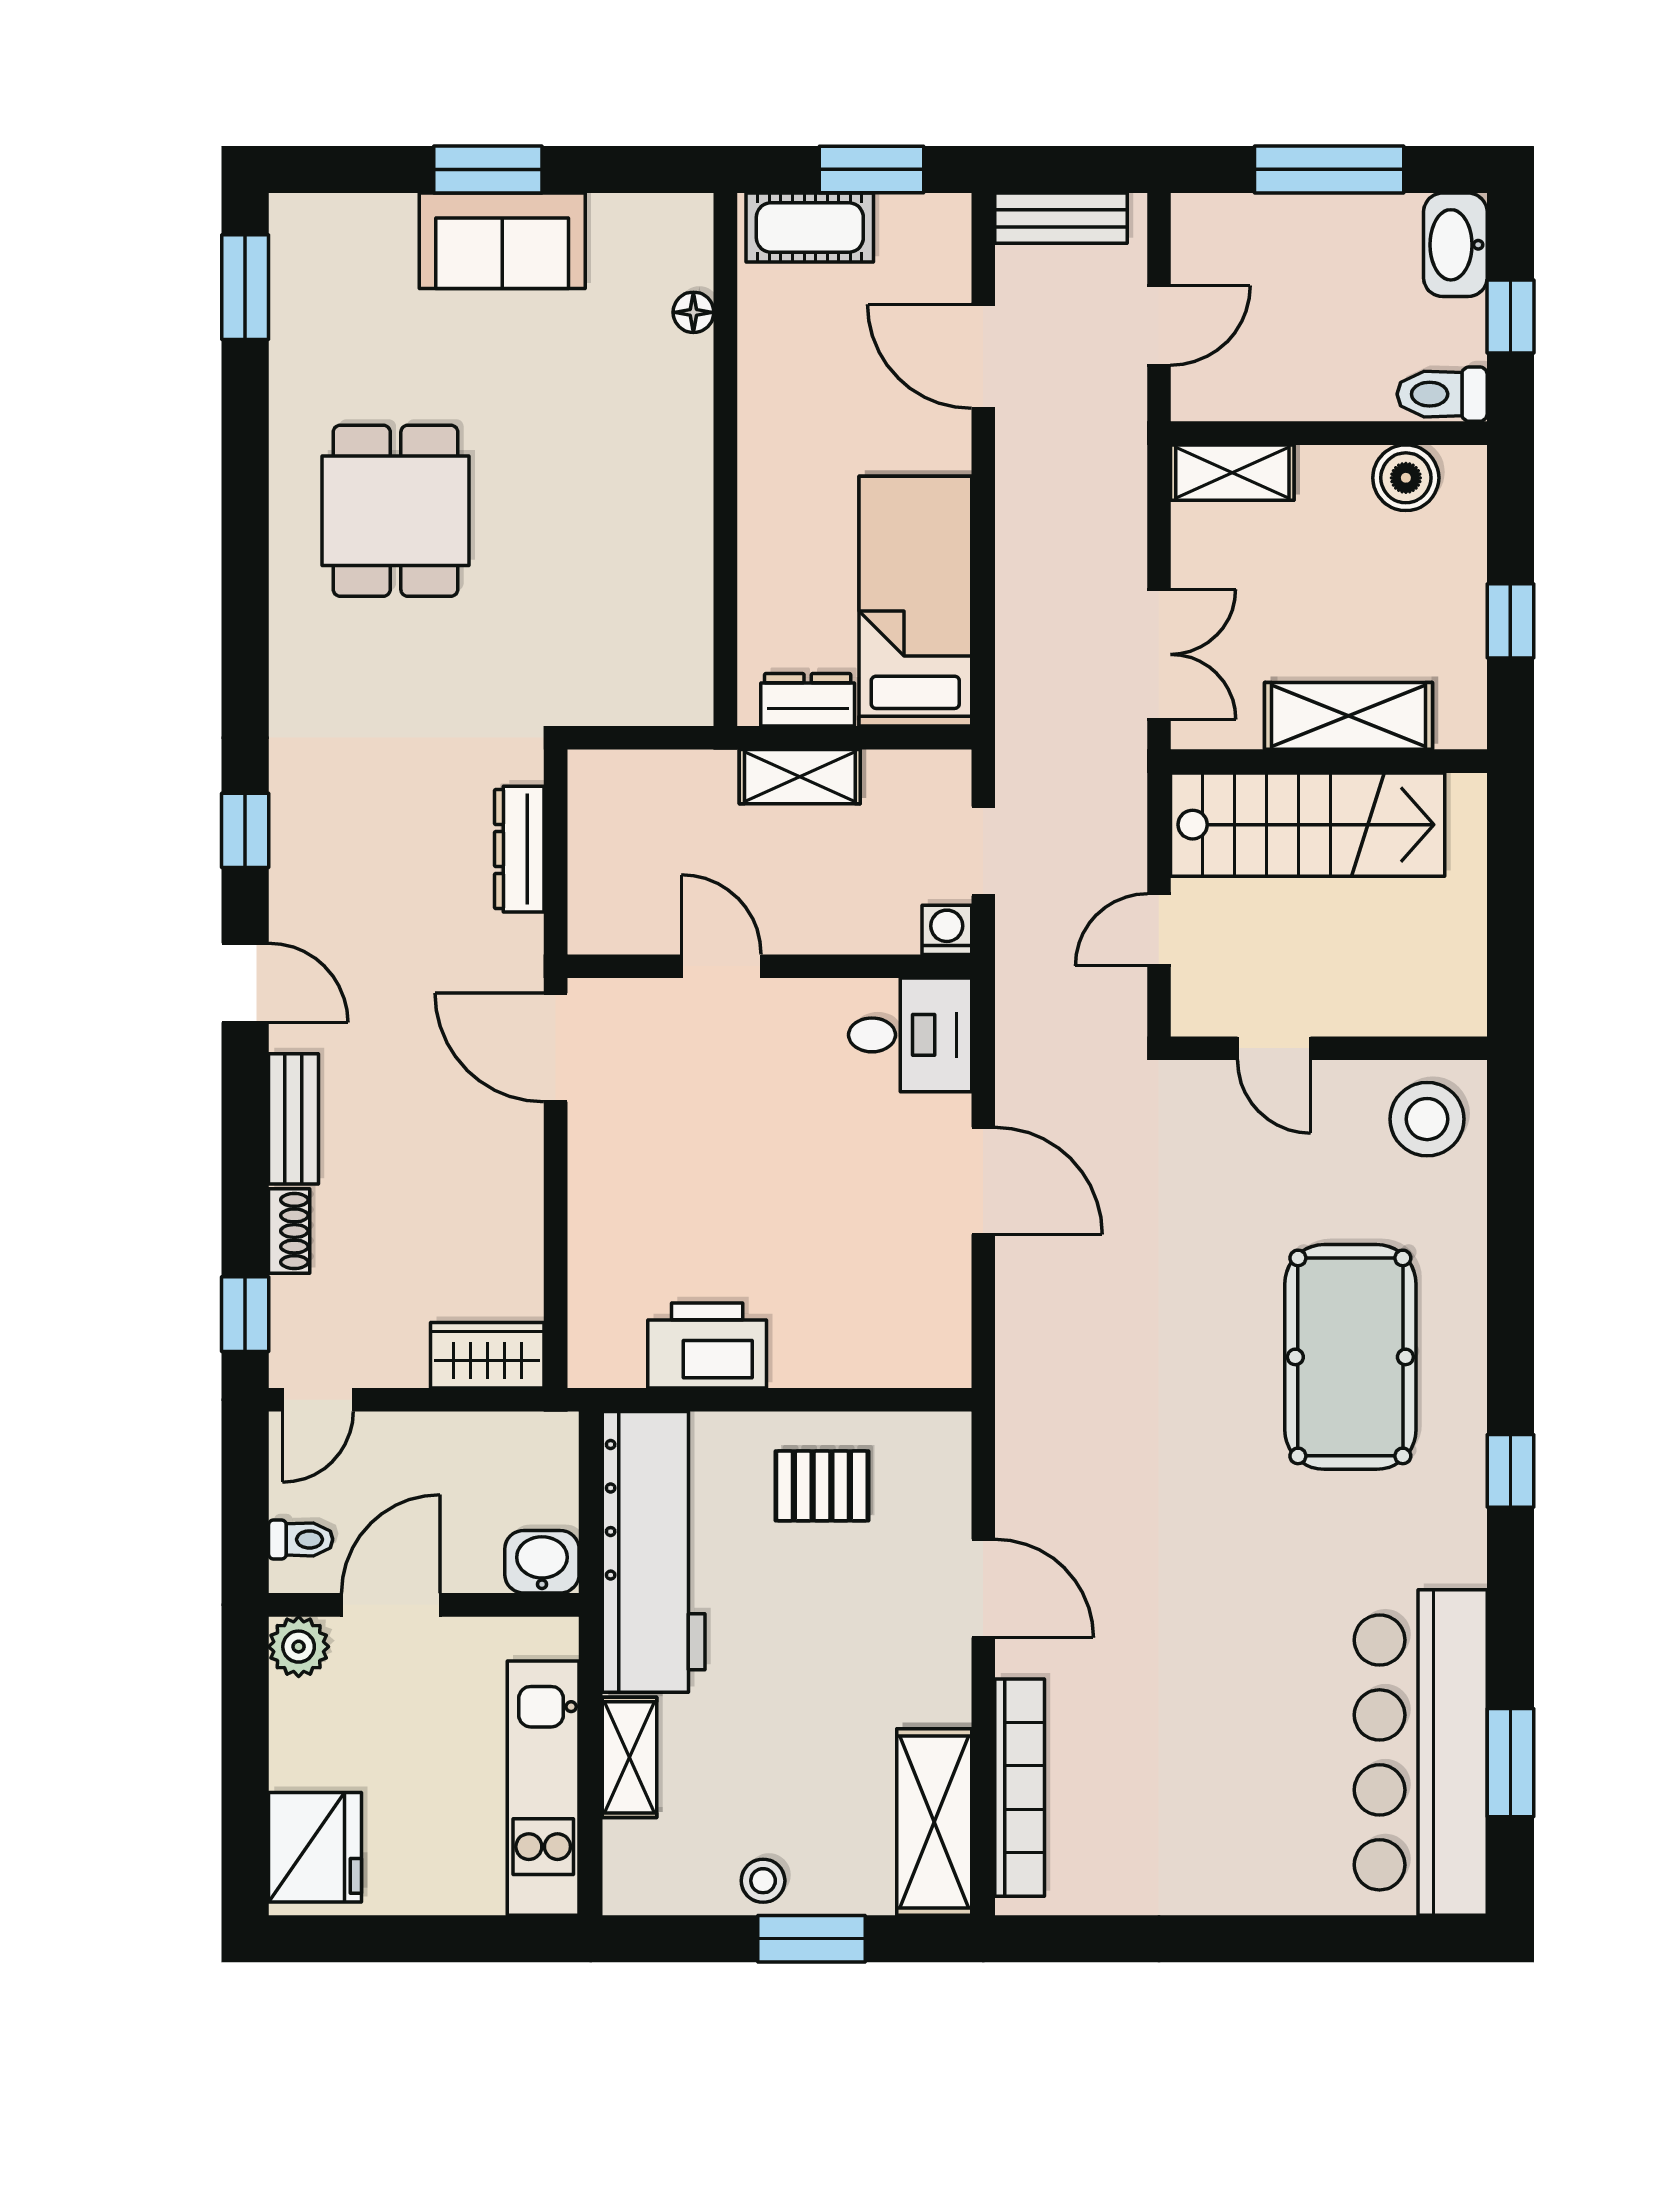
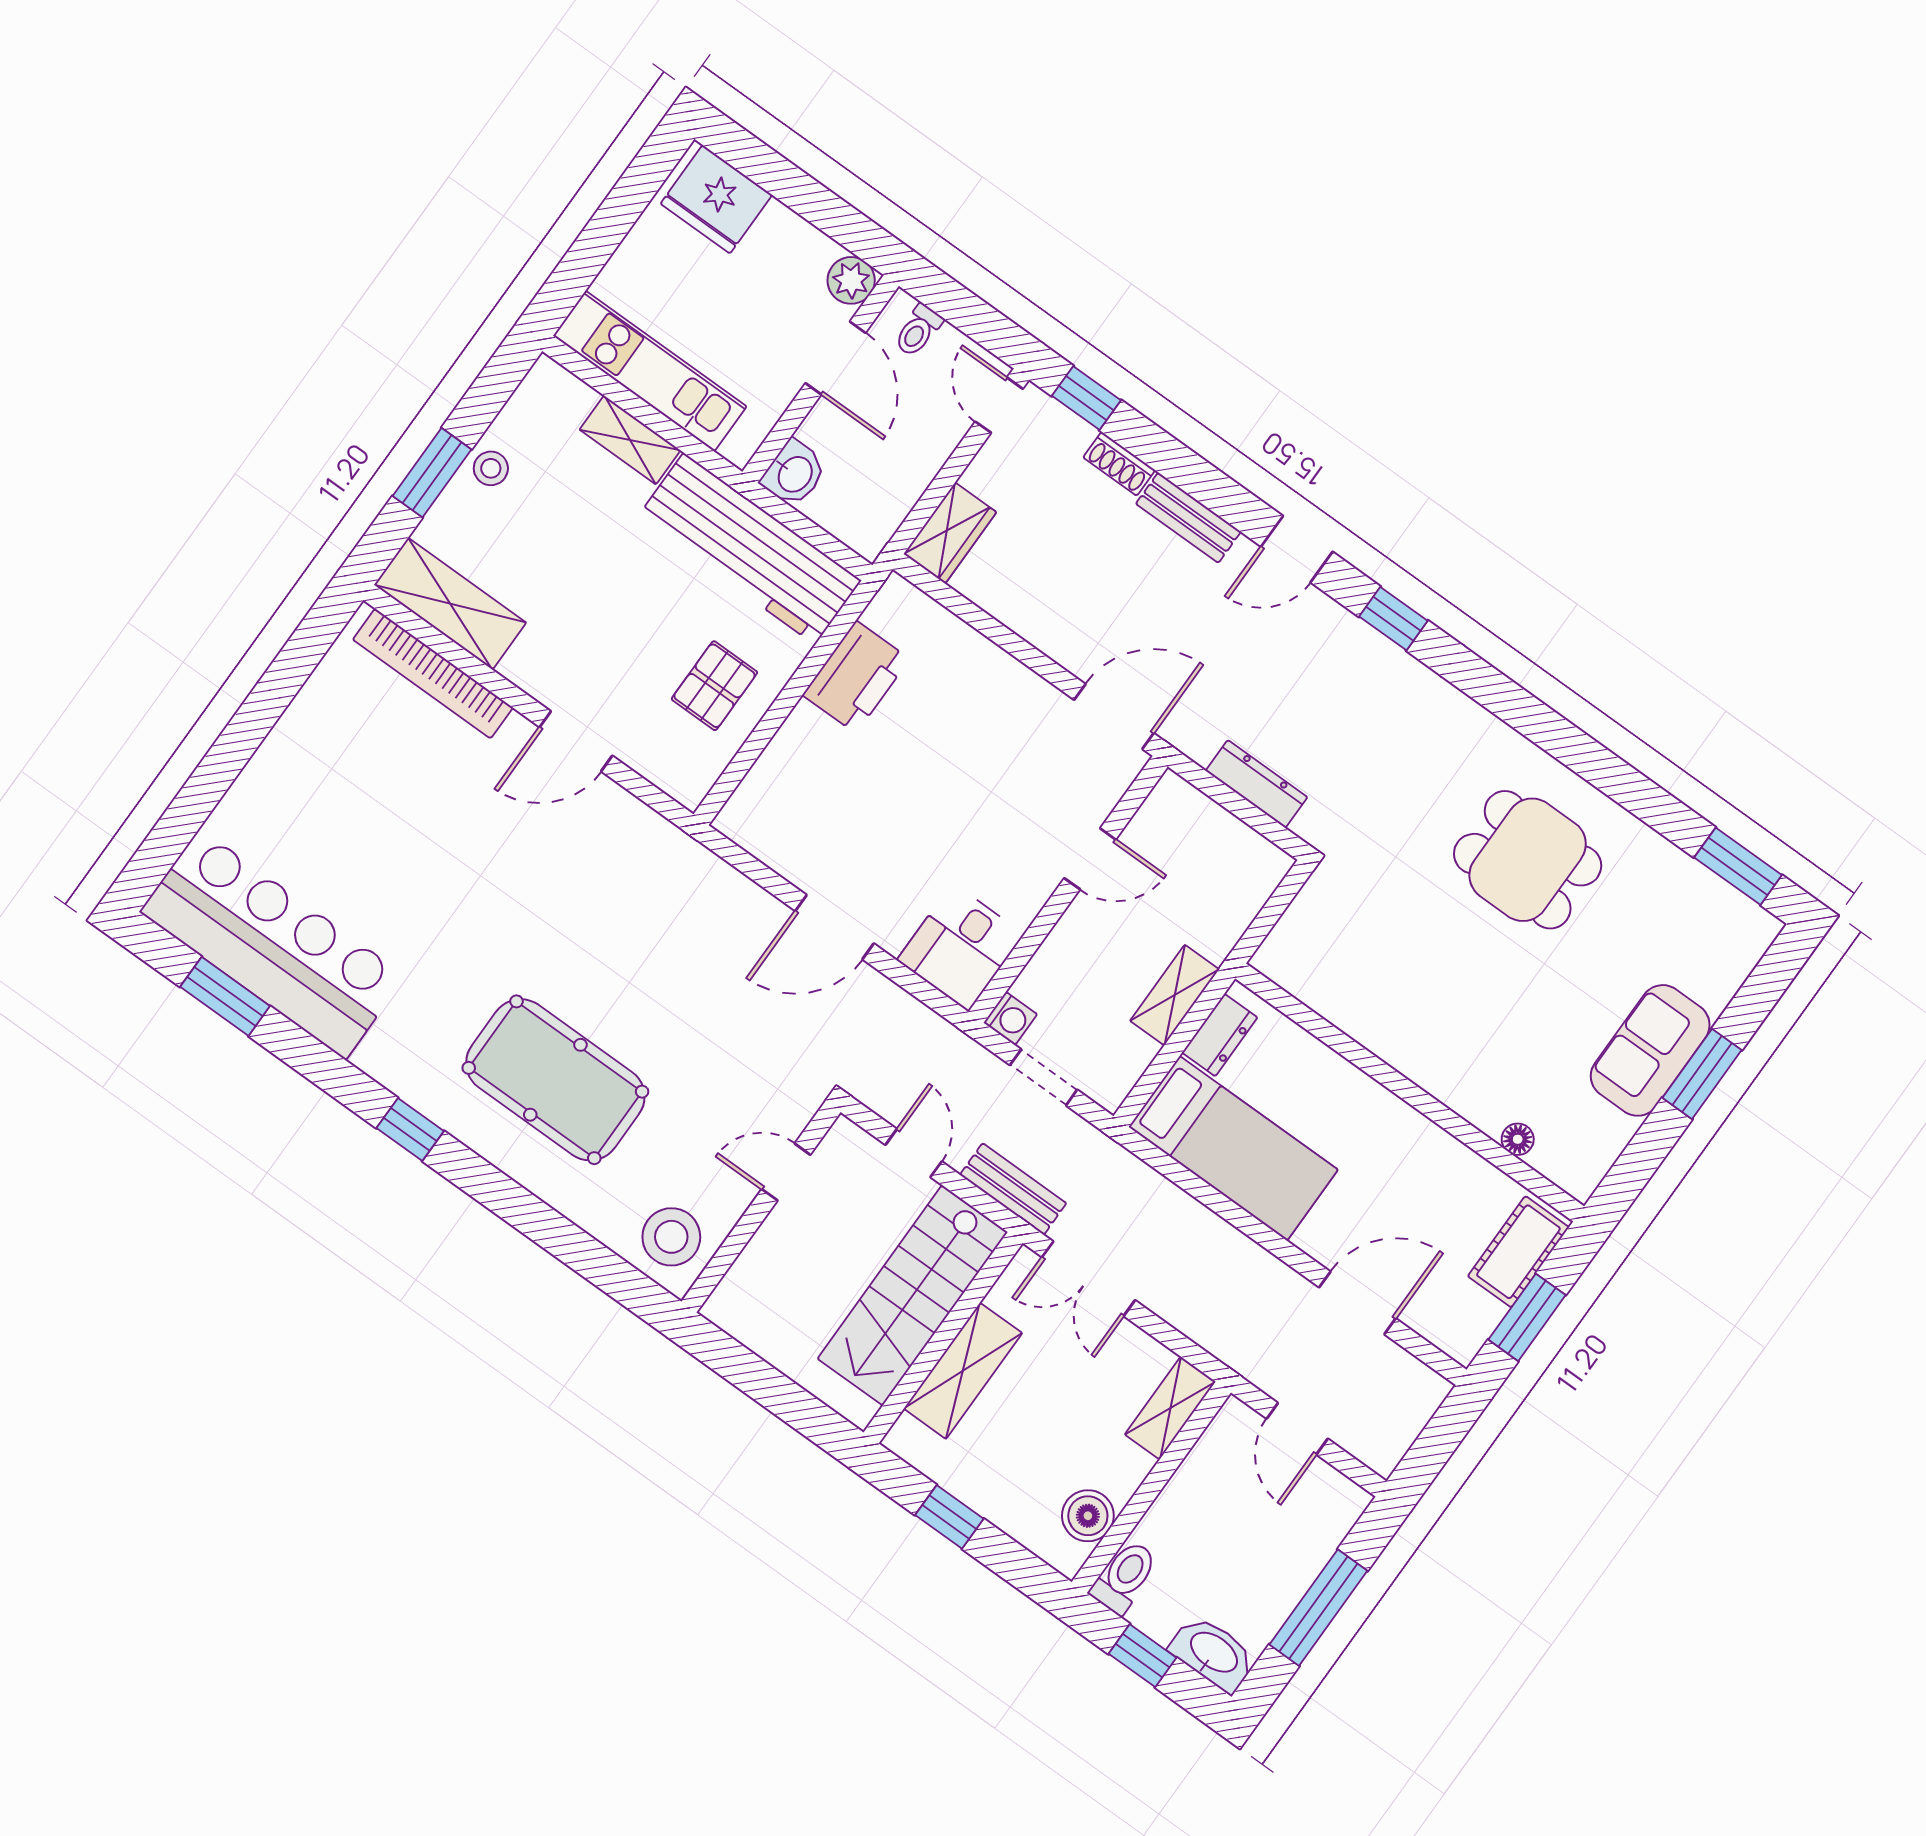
bench: (1061, 218) -> (1013, 1189), moved, turned 90

